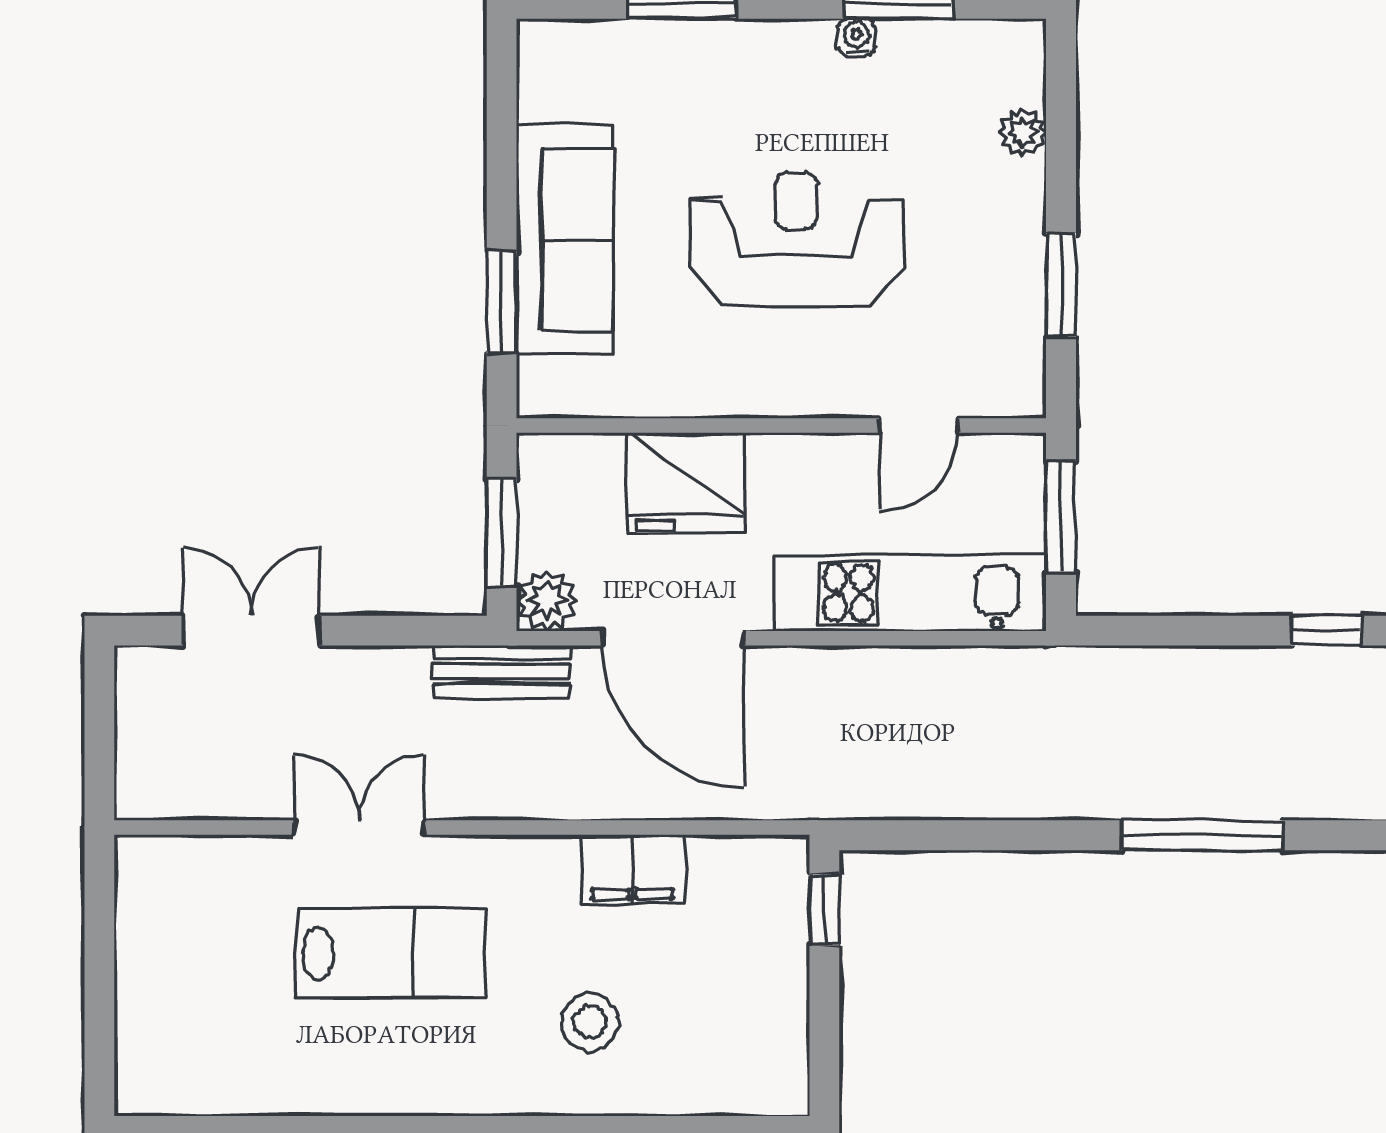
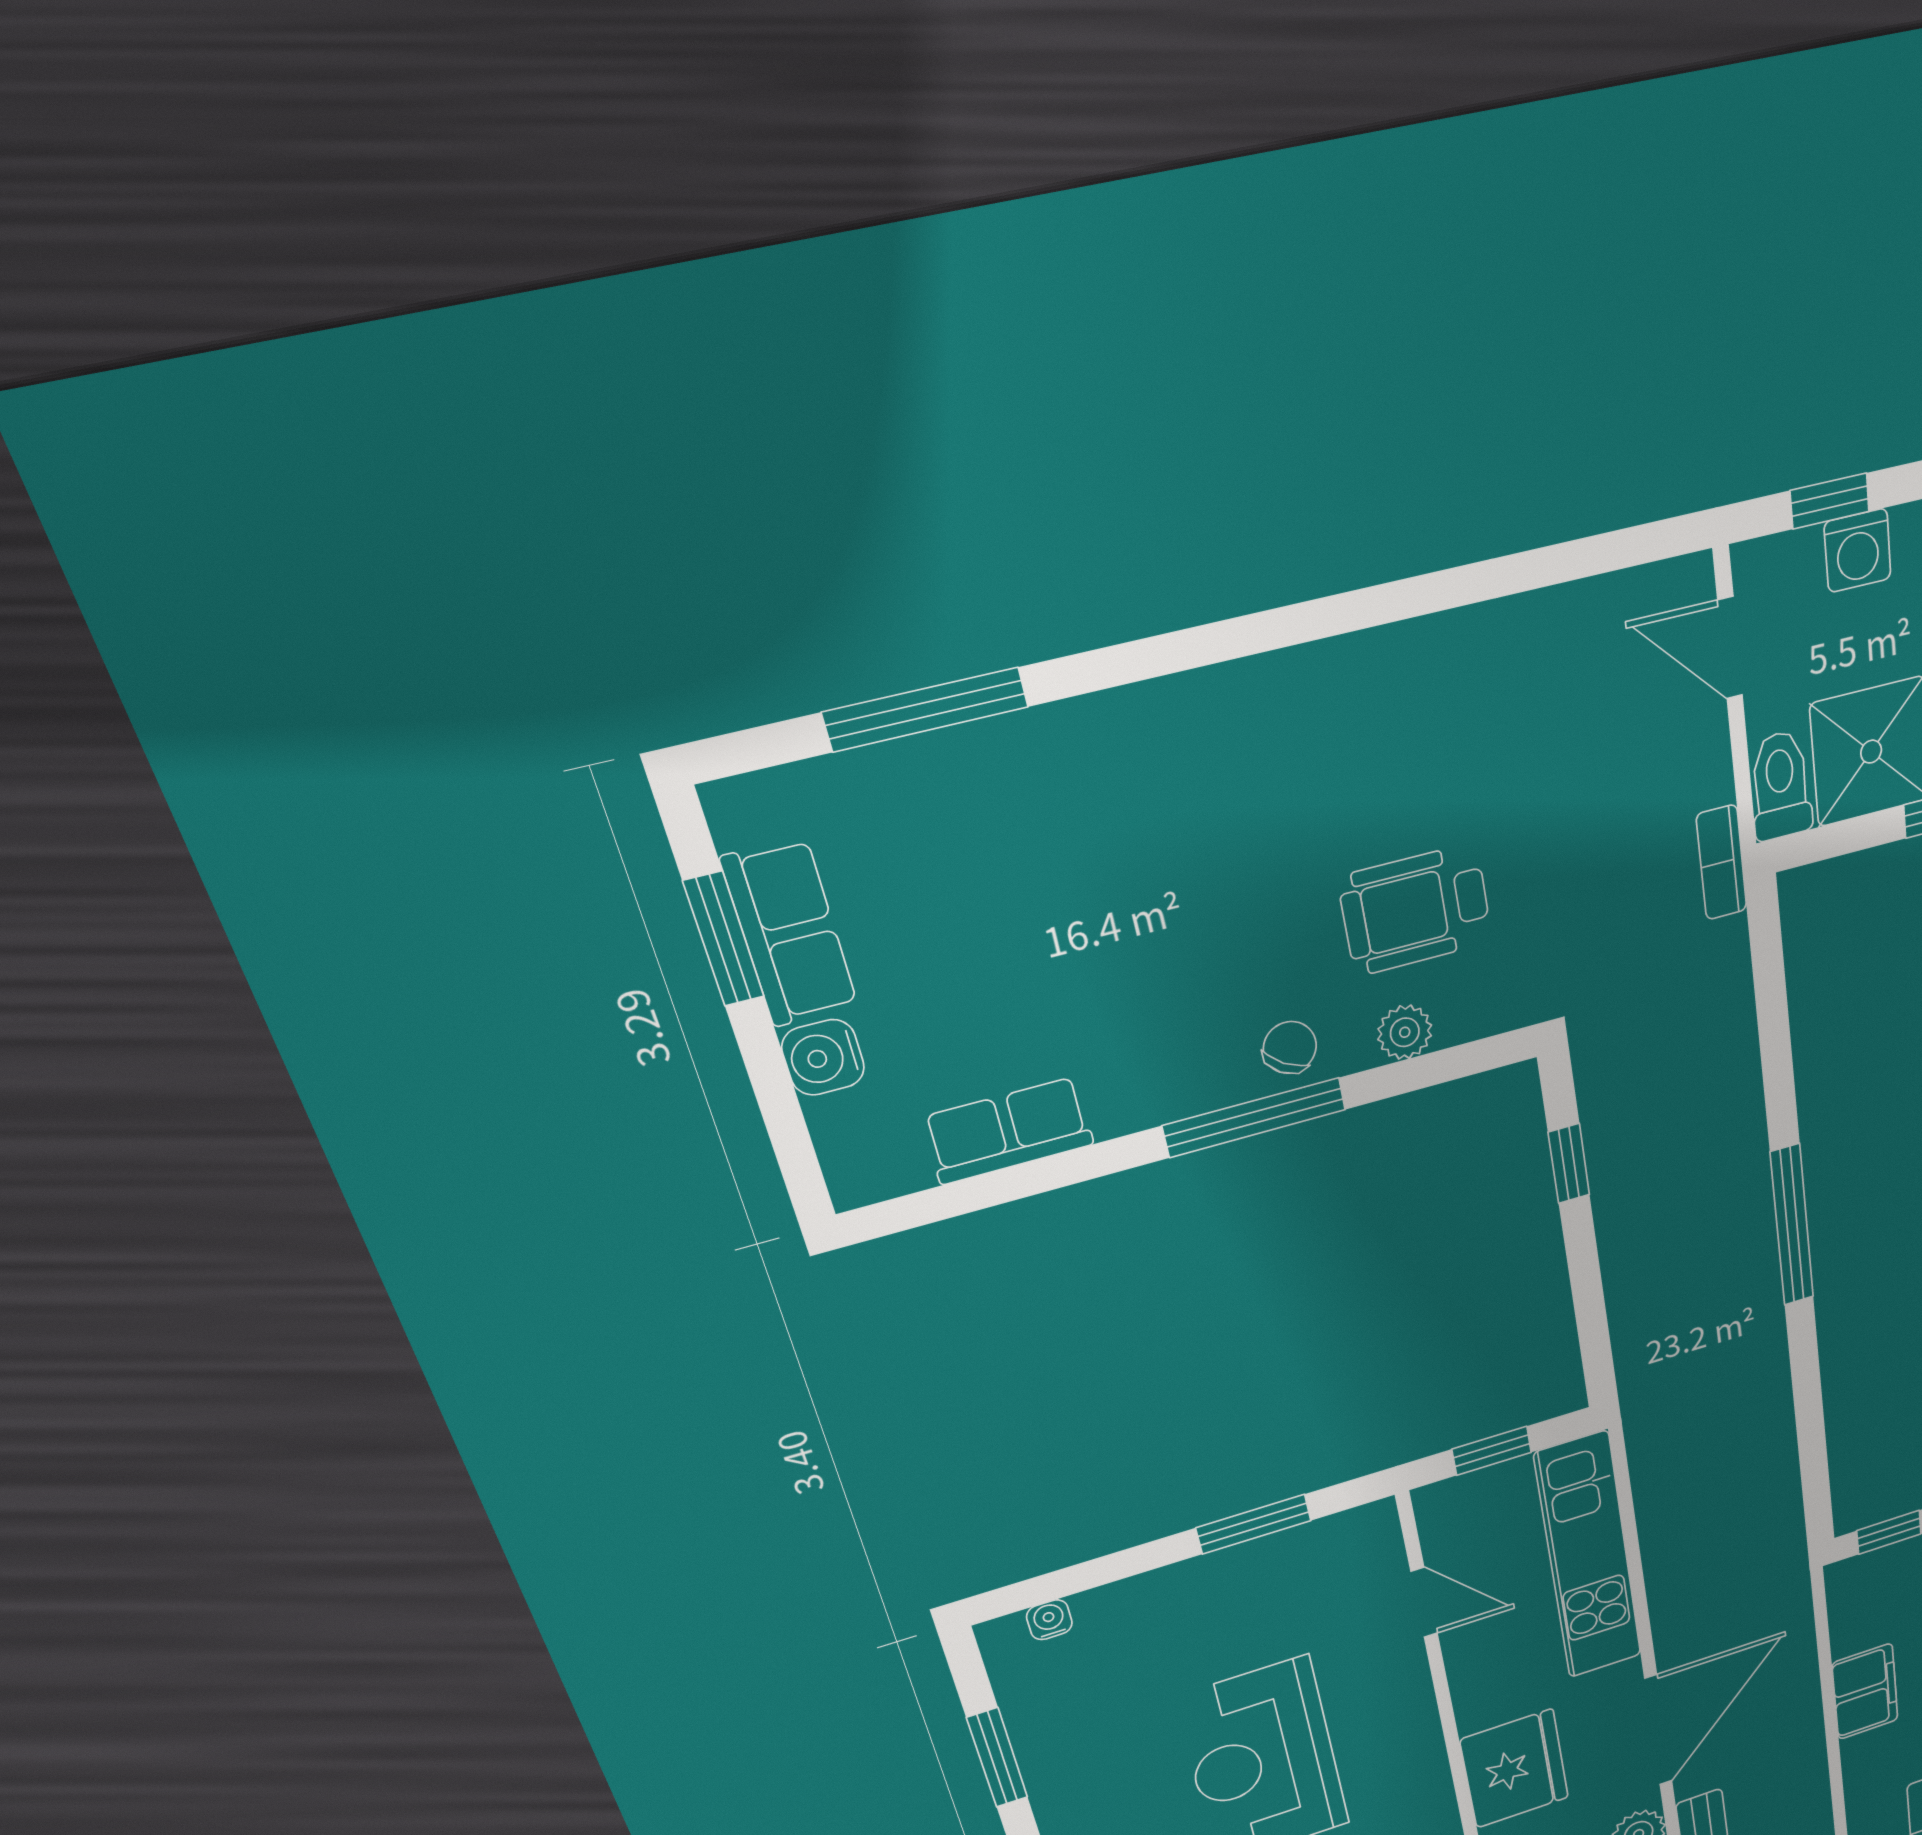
water cooler: (856, 37) -> (1049, 1620), moved, turned 90
plant: (1023, 133) -> (1101, 1608), removed
window: (1061, 517) -> (1492, 1451), width x0.67

